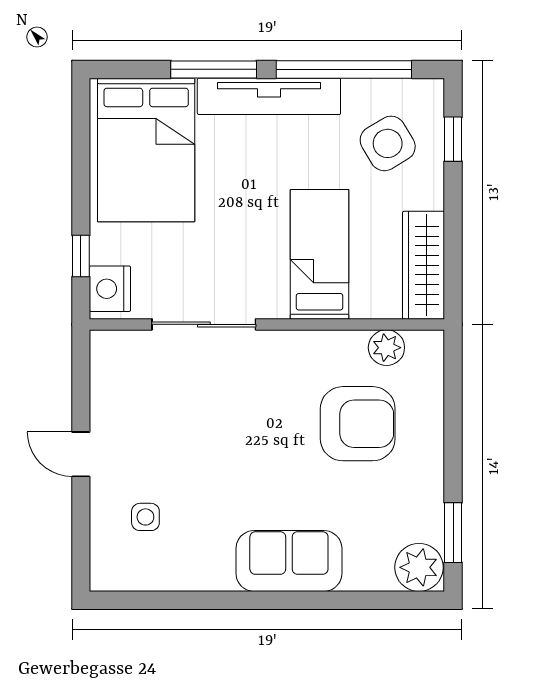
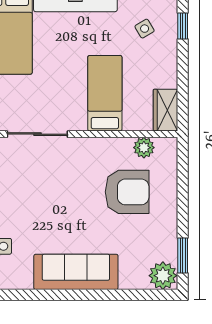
side table: (388, 143) -> (145, 29), width x0.54, depth x0.54
wardrobe: (424, 265) -> (166, 110), width x0.67
sofa: (289, 561) -> (76, 272), width x1.36

